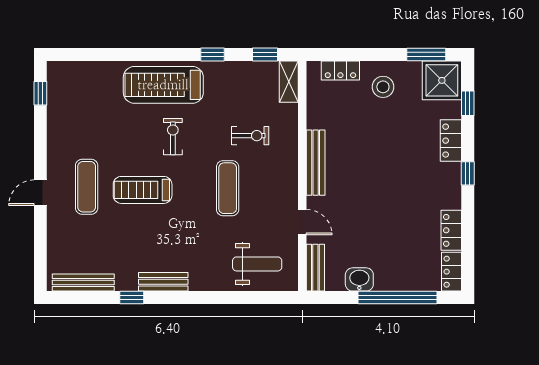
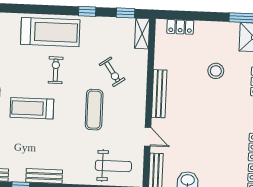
treadmill: (163, 85) -> (50, 32), turned 180
stool: (383, 87) -> (216, 71), moved
exercise bike: (250, 136) -> (112, 72), turned 55

